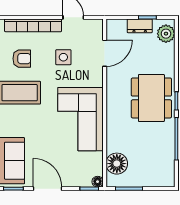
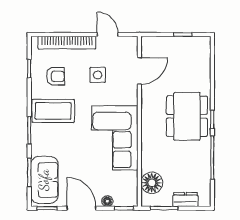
dresser: (140, 26) -> (185, 200), moved, turned 180
plant: (166, 34) -> (202, 51), removed
floor lamp: (98, 182) -> (107, 201), moved

